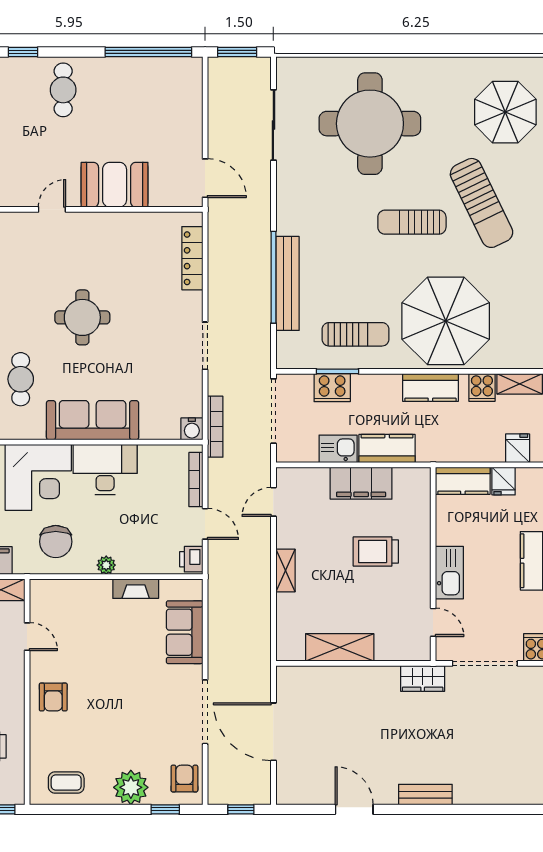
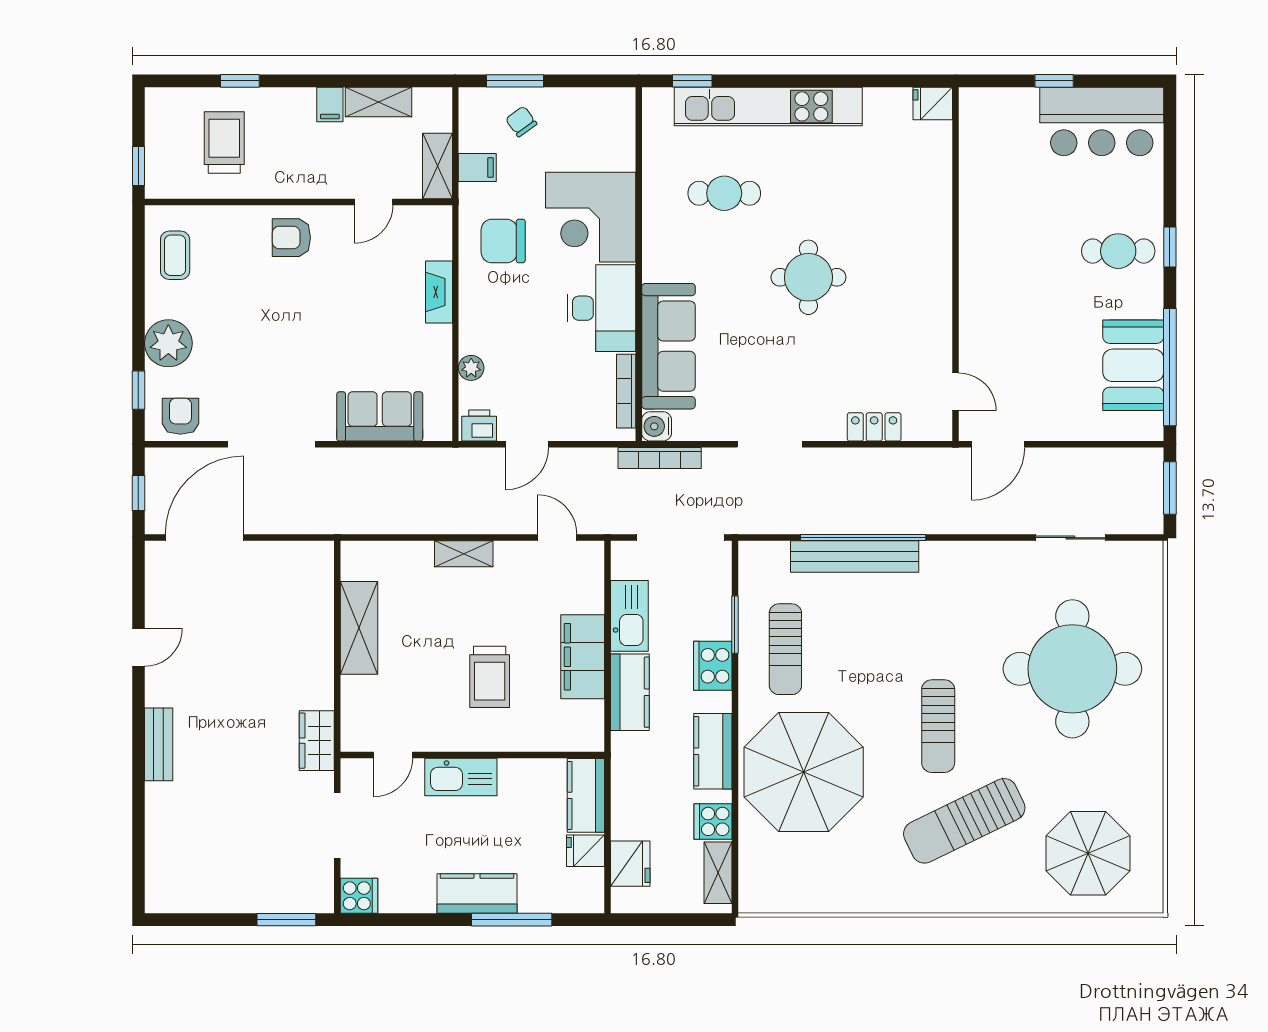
window: (23, 52) -> (1170, 247), moved
sliding door: (273, 125) -> (1070, 538), width x0.73
booth: (115, 185) -> (1133, 365), moved
door: (52, 209) -> (956, 392), moved
sun lounger: (412, 222) -> (938, 726), turned 180
locker: (192, 258) -> (874, 427), width x0.66
cooker: (332, 388) -> (713, 666), moved
sofa: (93, 420) -> (668, 346), moved
fridge: (518, 448) -> (630, 864), width x1.38
kitchen sink: (338, 449) -> (629, 616), width x1.38
bookcase: (196, 480) -> (626, 391), moved, turned -90
trolley: (376, 552) -> (490, 677), turned 180
plant: (106, 565) -> (471, 368), moved
fireplace: (136, 589) -> (439, 292), moved
doorway: (485, 663) -> (337, 825), width x0.73
door: (273, 732) -> (205, 538), moved
armchair: (184, 779) -> (180, 416), turned -90
door: (354, 809) -> (138, 647), width x0.73

